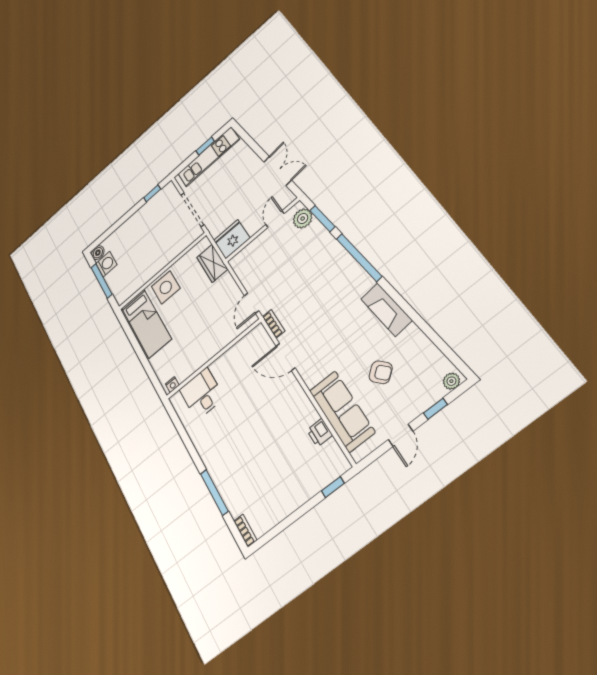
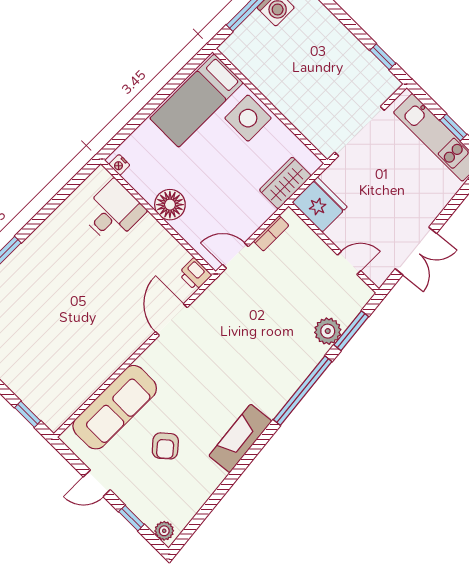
plant: (303, 219) -> (328, 331), moved
bookcase: (274, 324) -> (271, 233), moved
floor lamp: (207, 349) -> (170, 205), added
printer: (320, 433) -> (195, 274), moved, turned -90

